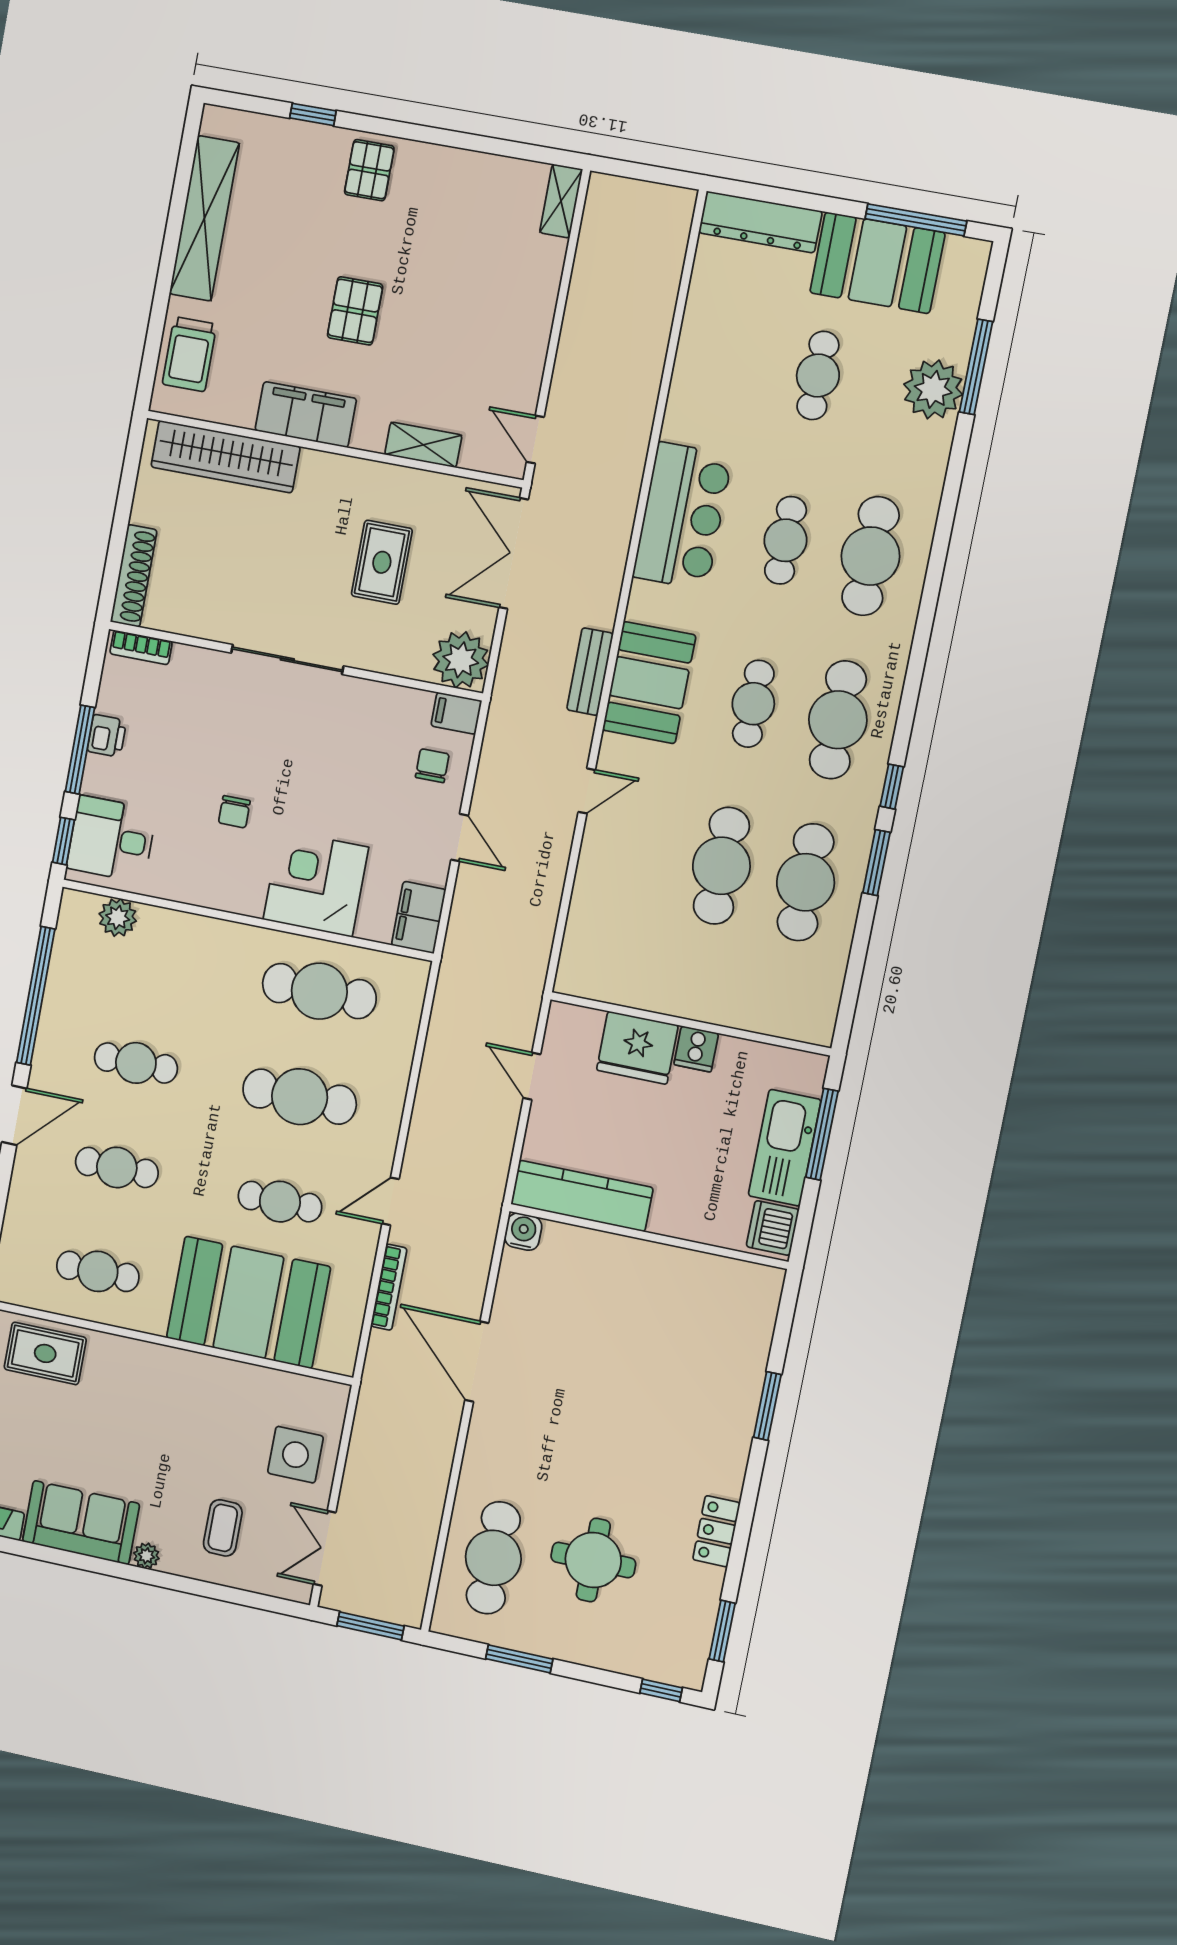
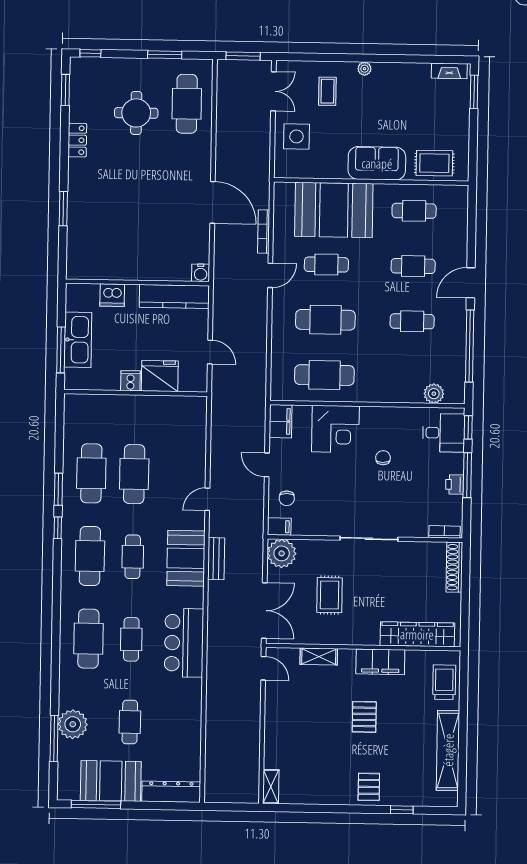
dishwasher: (773, 1228) -> (112, 295), moved, turned 90
sofa: (81, 1523) -> (377, 163), moved, turned 180

